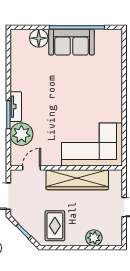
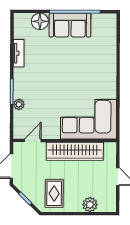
tv unit: (16, 107) -> (19, 53), moved
plant: (21, 134) -> (19, 104), width x0.53, depth x0.53

